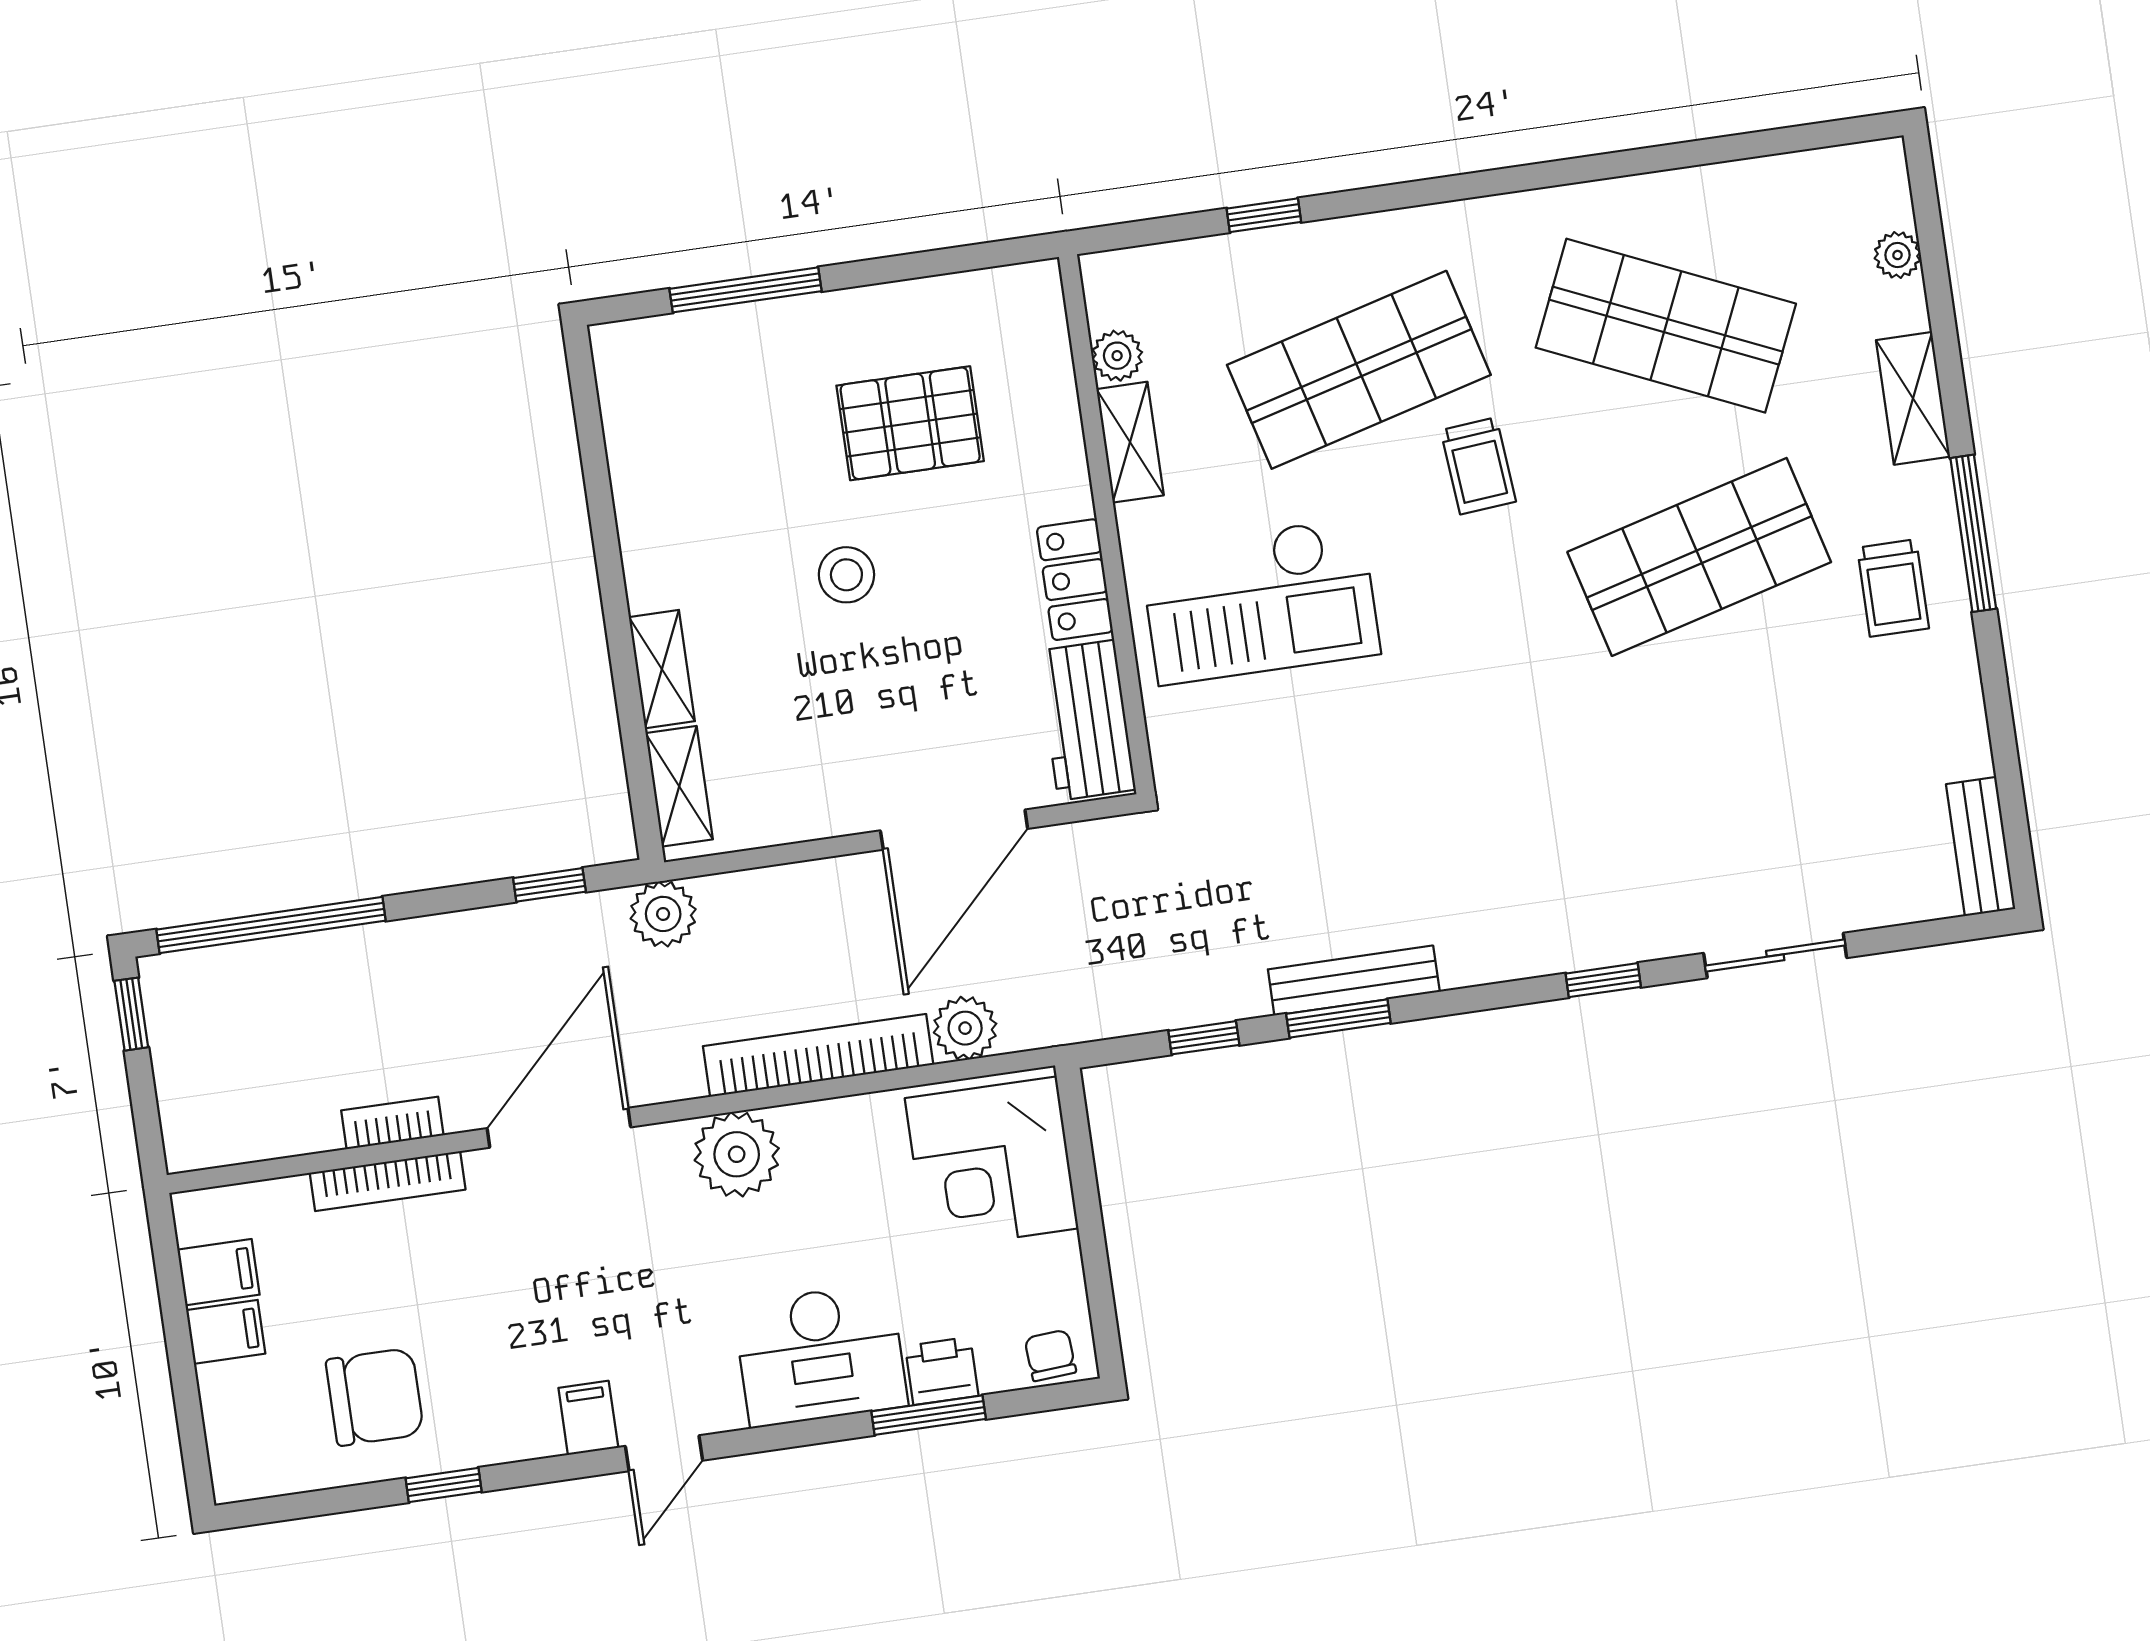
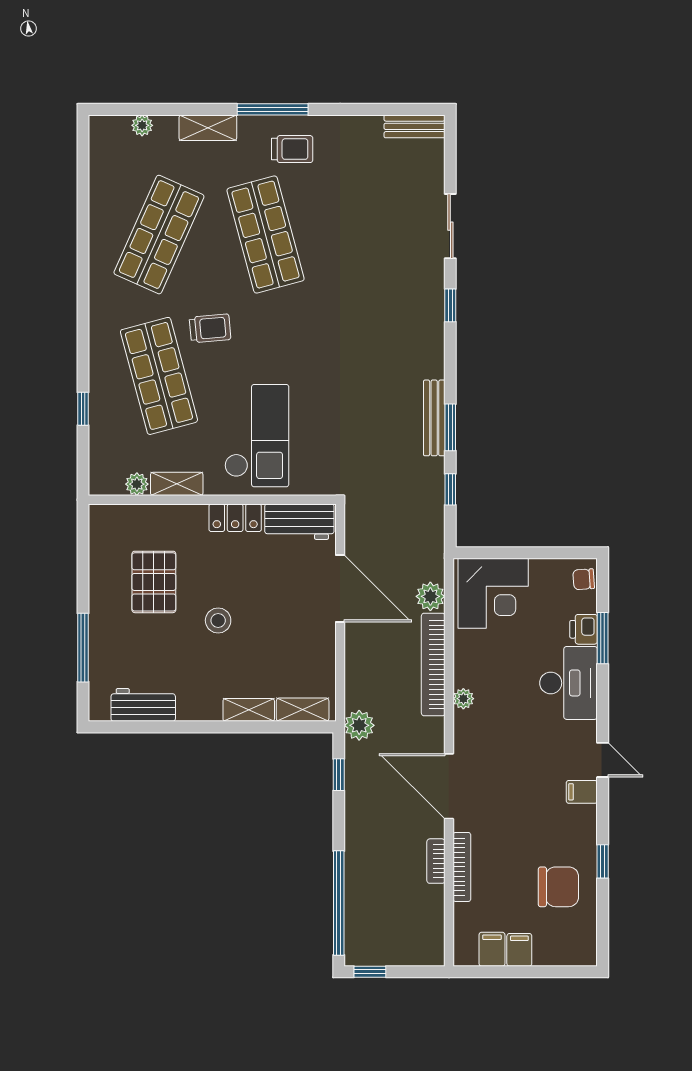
workbench: (640, 439) -> (143, 705), added
plant: (737, 1154) -> (463, 699), width x0.53, depth x0.53
chair: (375, 1397) -> (558, 887), turned 90

